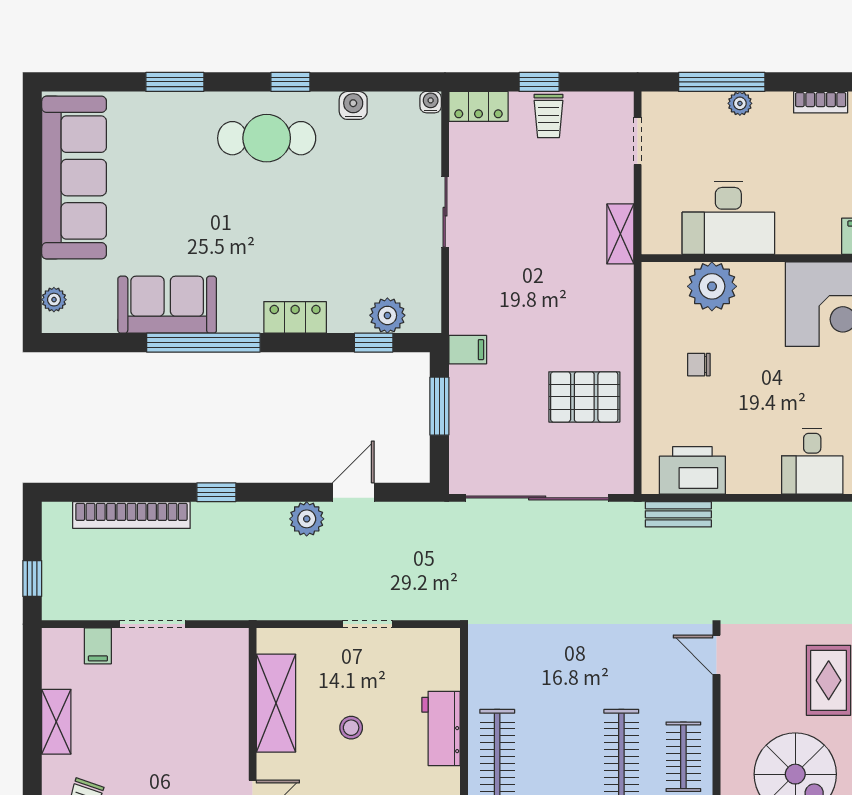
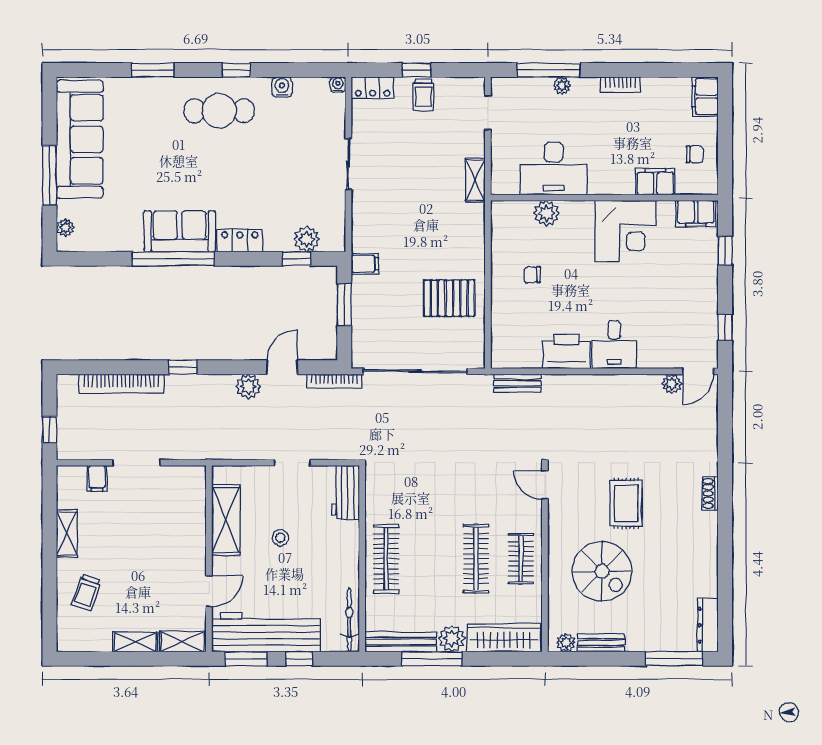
window: (32, 227) -> (49, 175), added
plant: (712, 286) -> (546, 213), width x0.73, depth x0.73
sofa: (167, 305) -> (180, 231), moved
printer: (692, 470) -> (566, 351), moved
bookcase: (426, 512) -> (334, 381), added
workbench: (441, 728) -> (345, 492), moved

